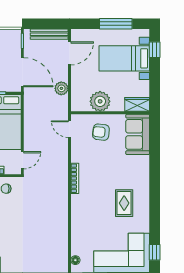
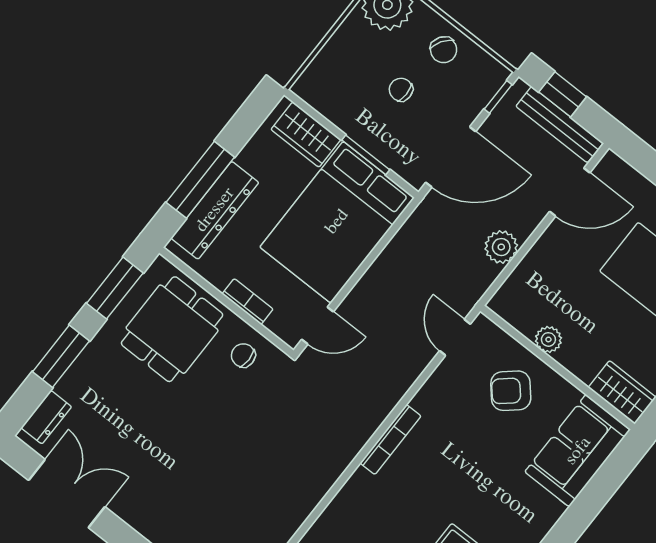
window: (42, 24) -> (563, 94), added
door: (22, 72) -> (451, 157), hinge flipped
plant: (100, 101) -> (548, 339), width x0.53, depth x0.53
armchair: (101, 132) -> (511, 391), turned -47

